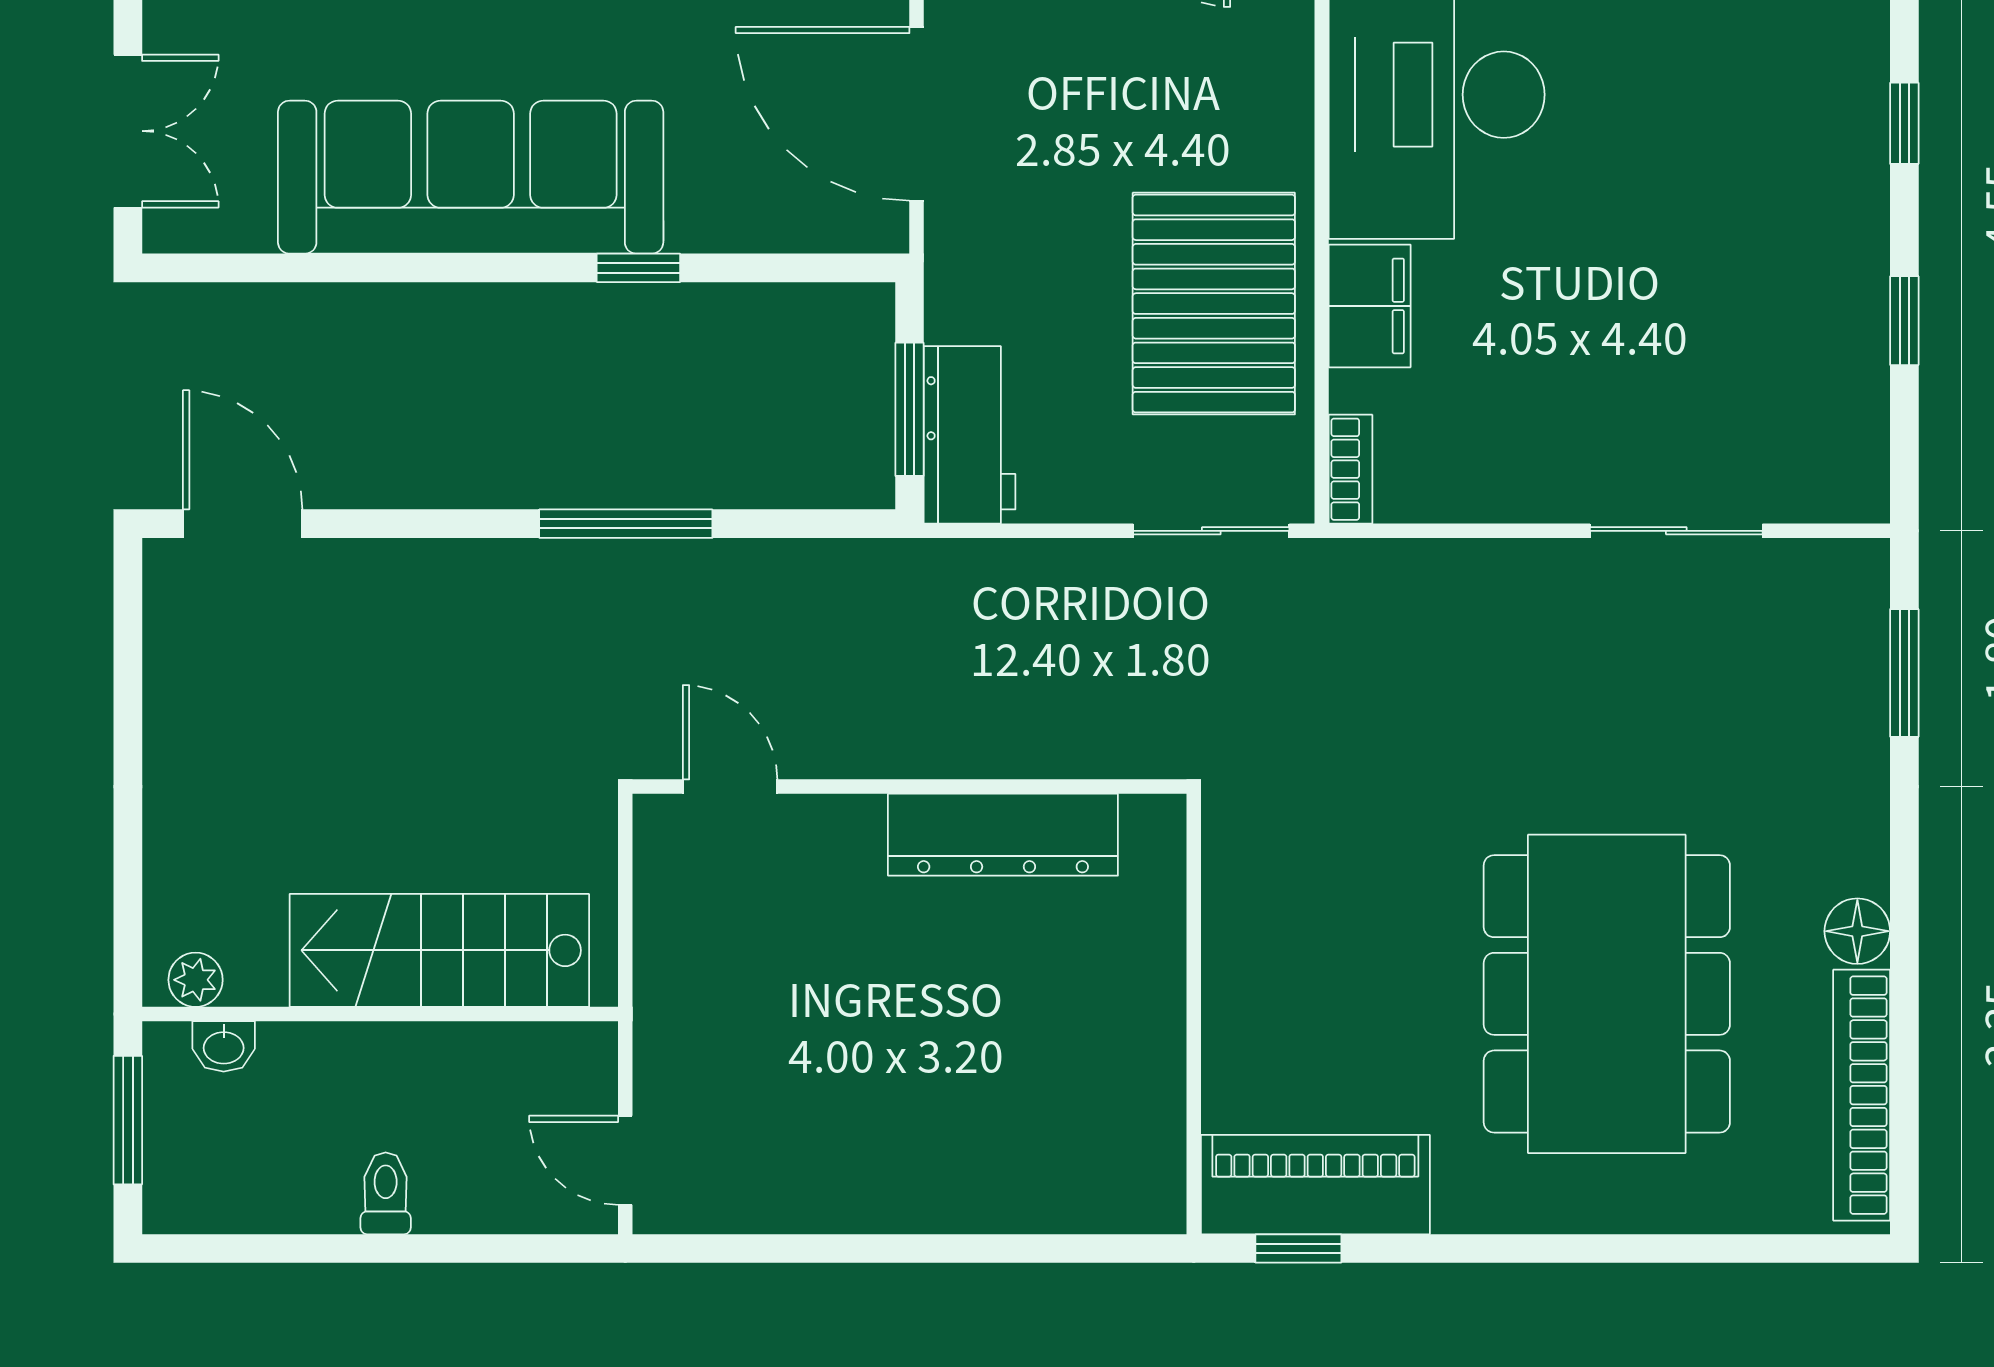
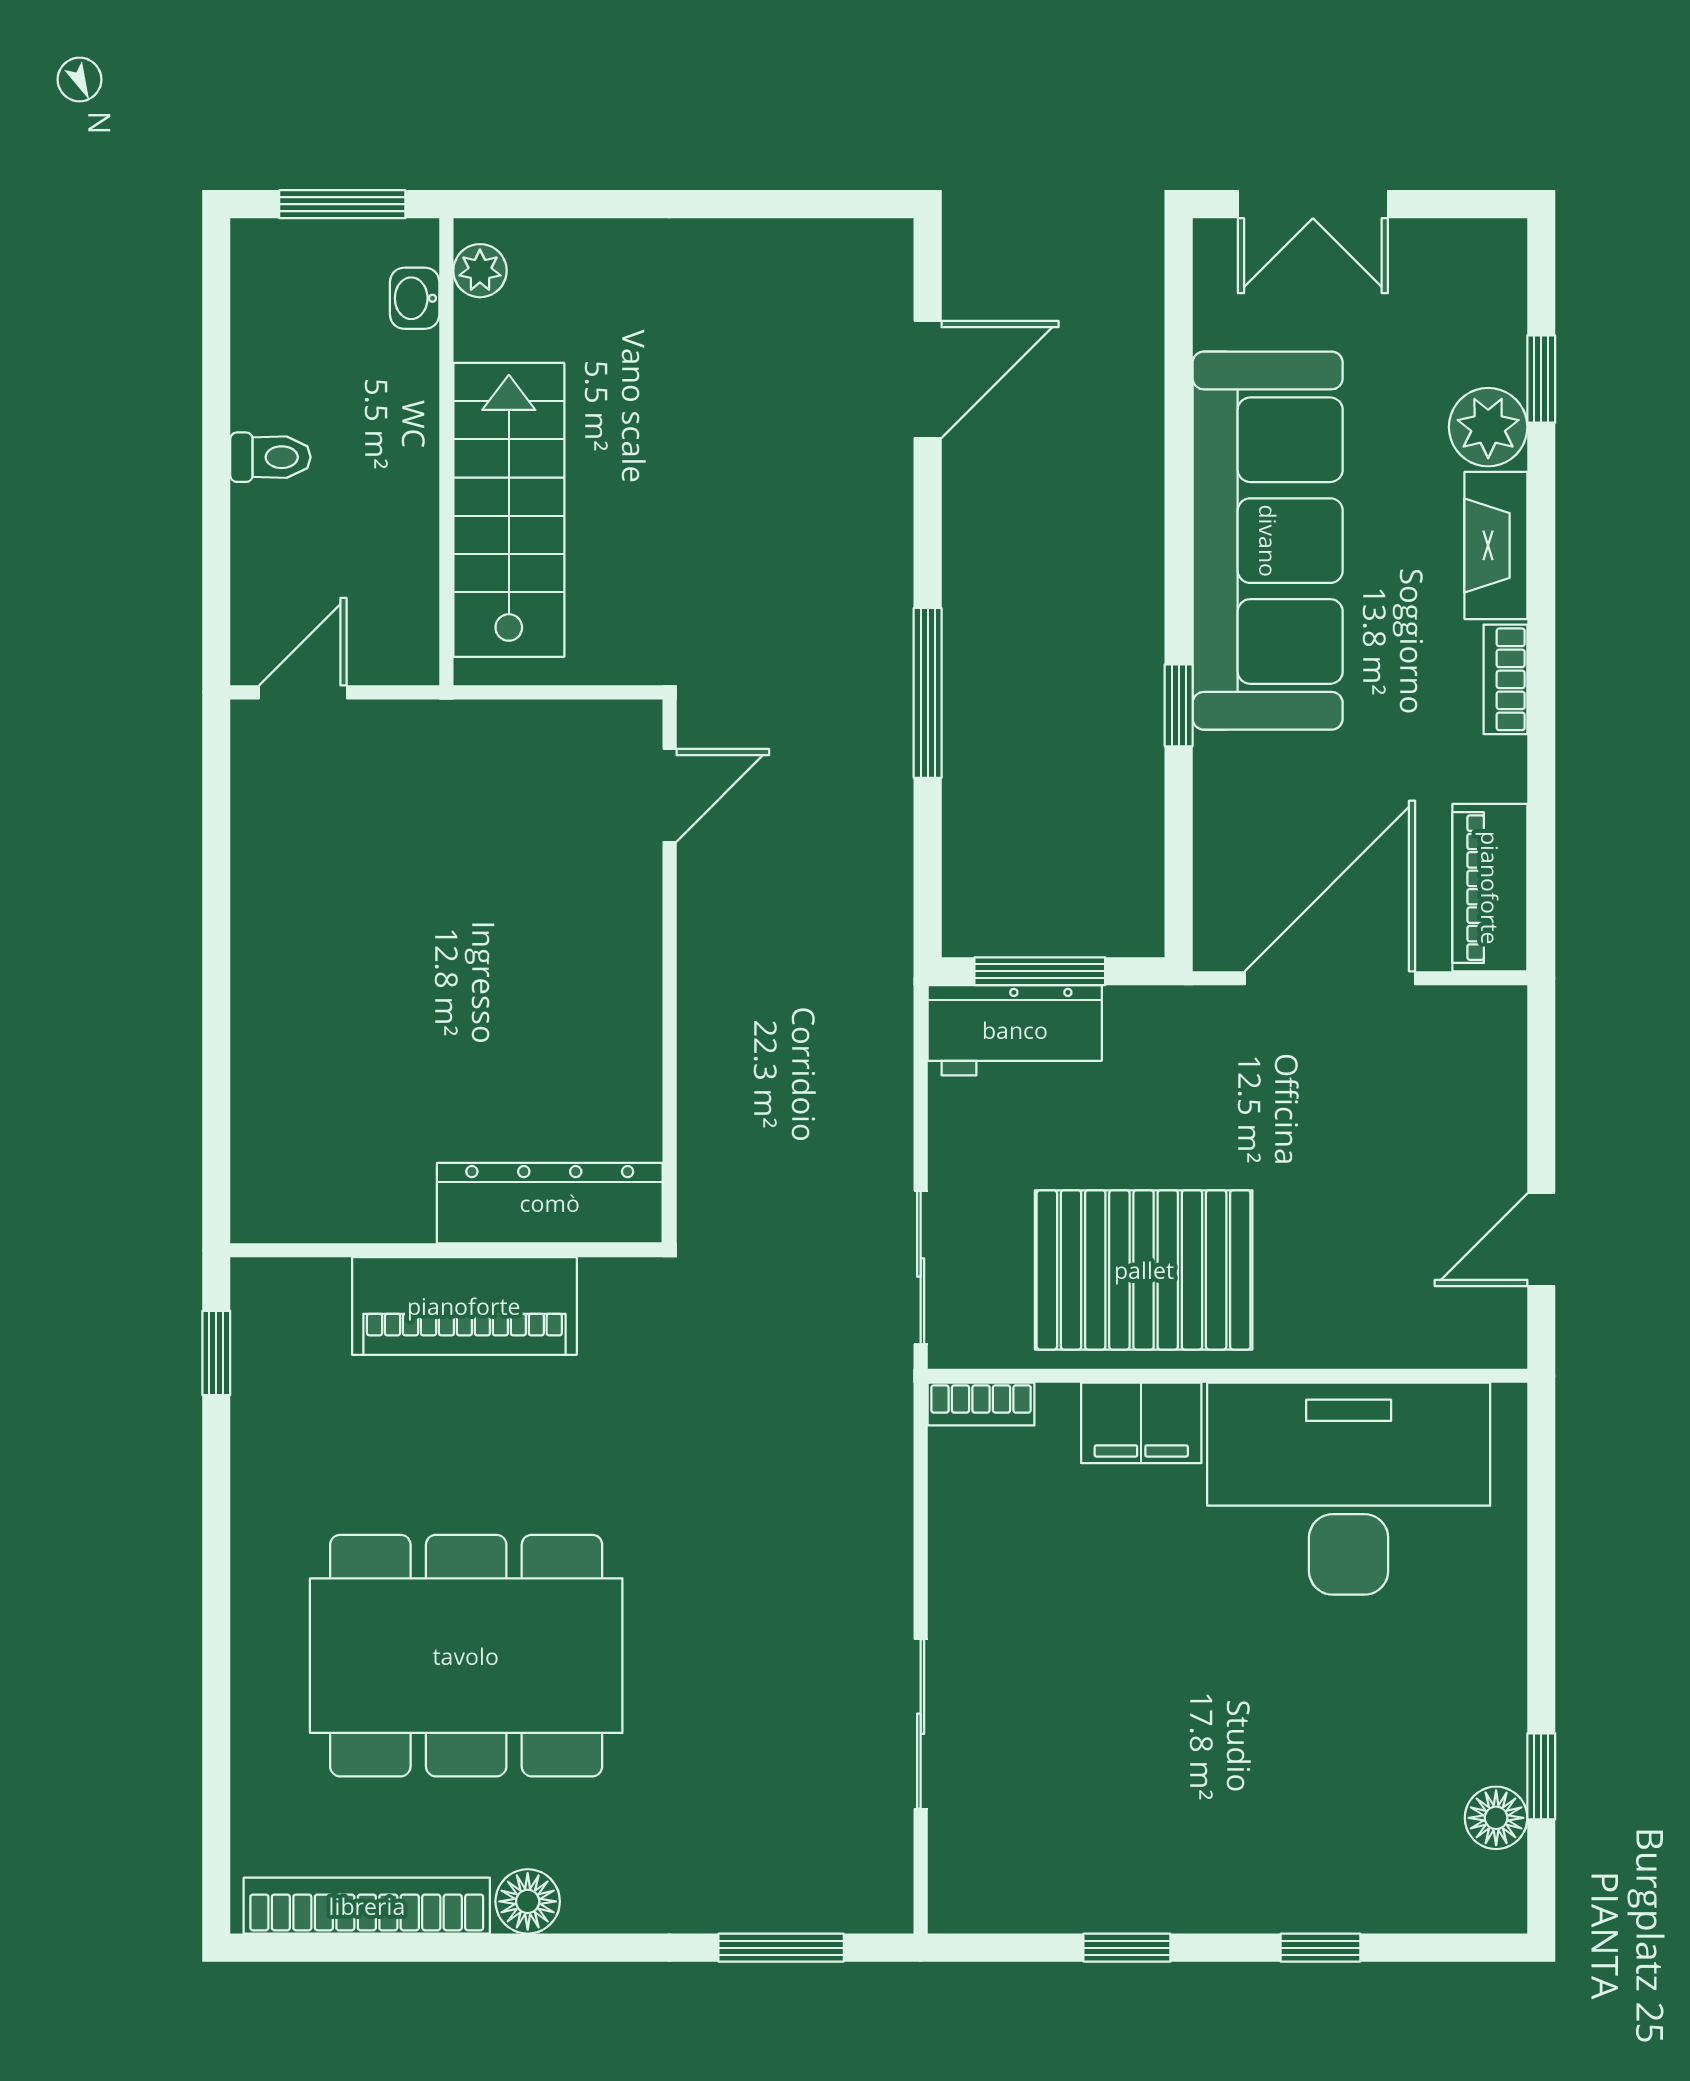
door: (243, 524) -> (928, 379), moved
dresser: (1003, 835) -> (550, 1203), moved, turned 90
piano: (1315, 1185) -> (464, 1306), moved, turned 90

